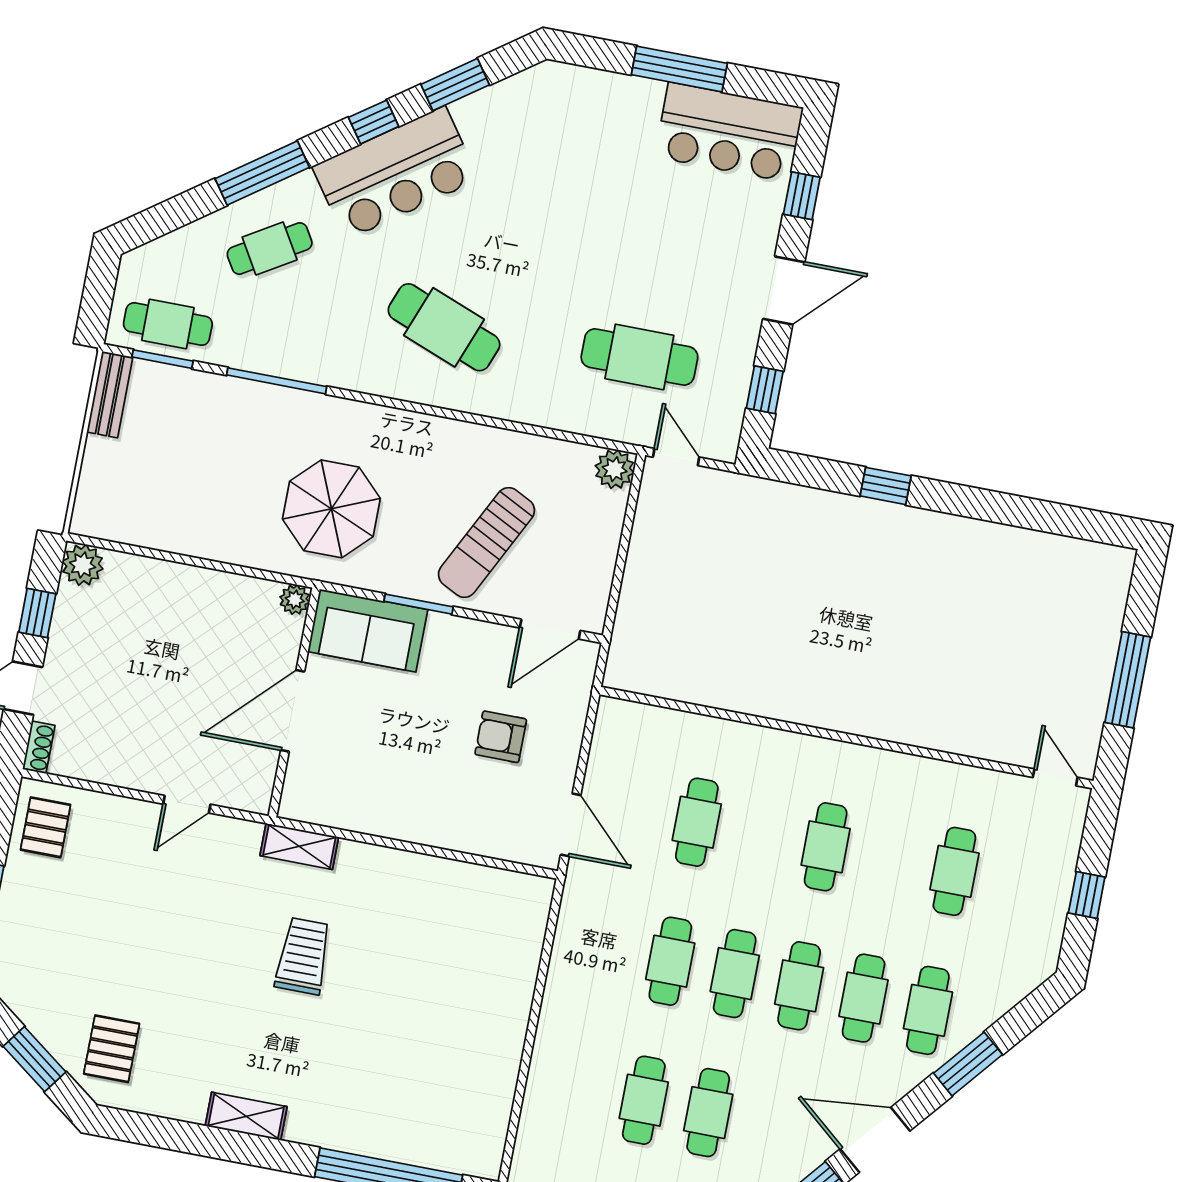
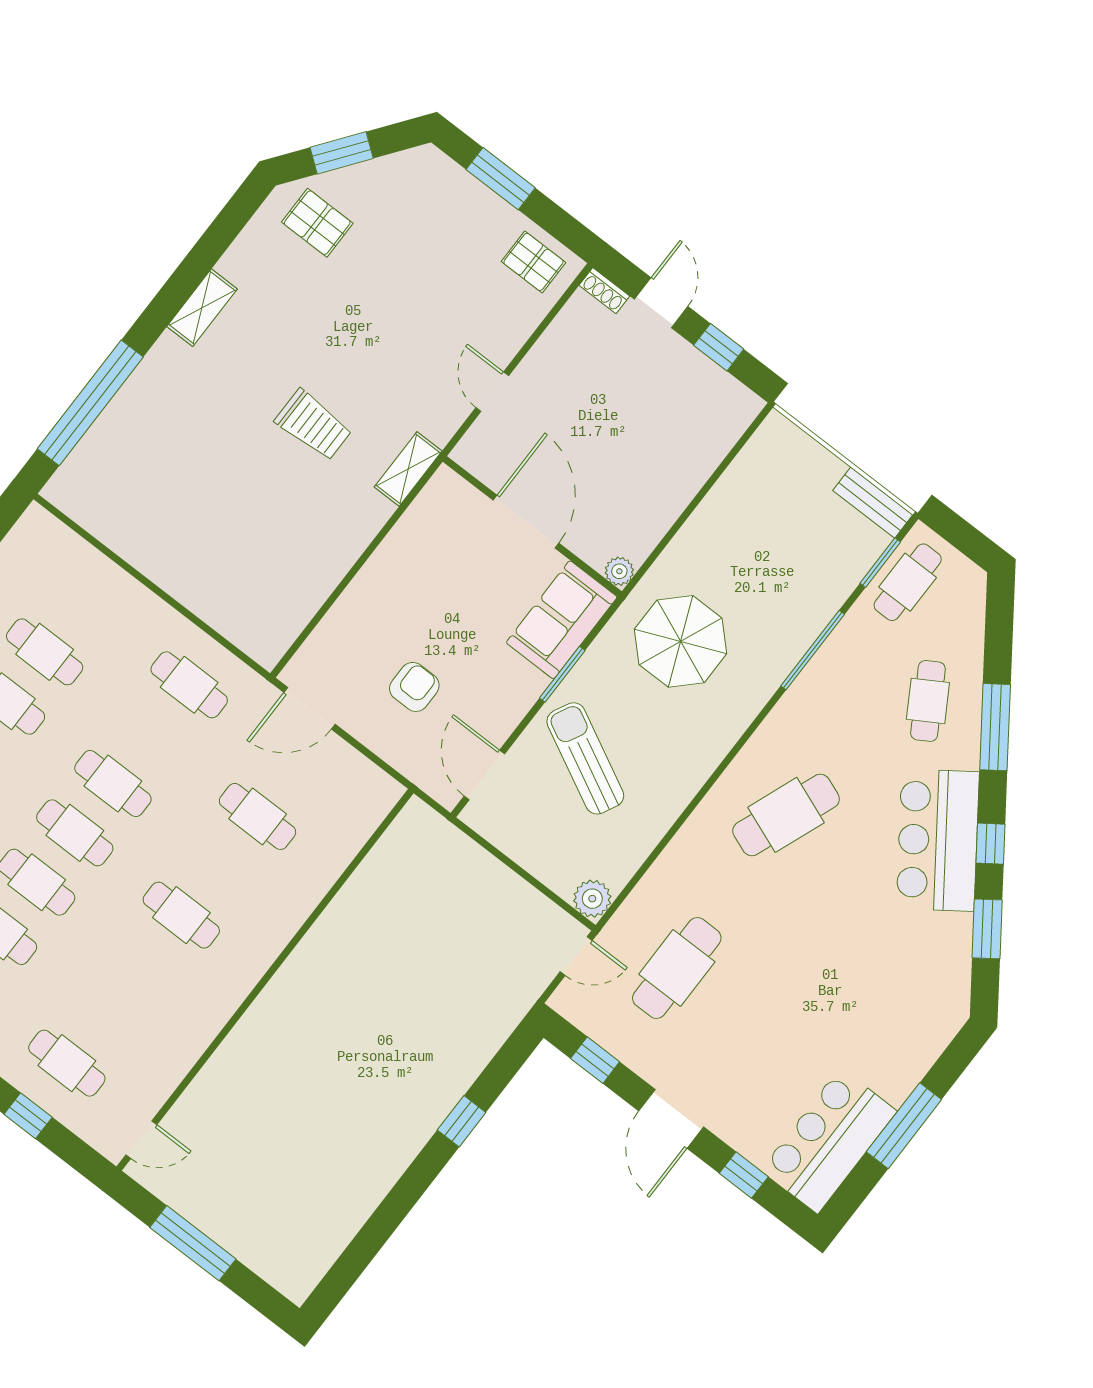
plant: (83, 565) -> (740, 406), removed
cafe table: (954, 871) -> (67, 1063), moved
cafe table: (670, 961) -> (189, 685), moved

